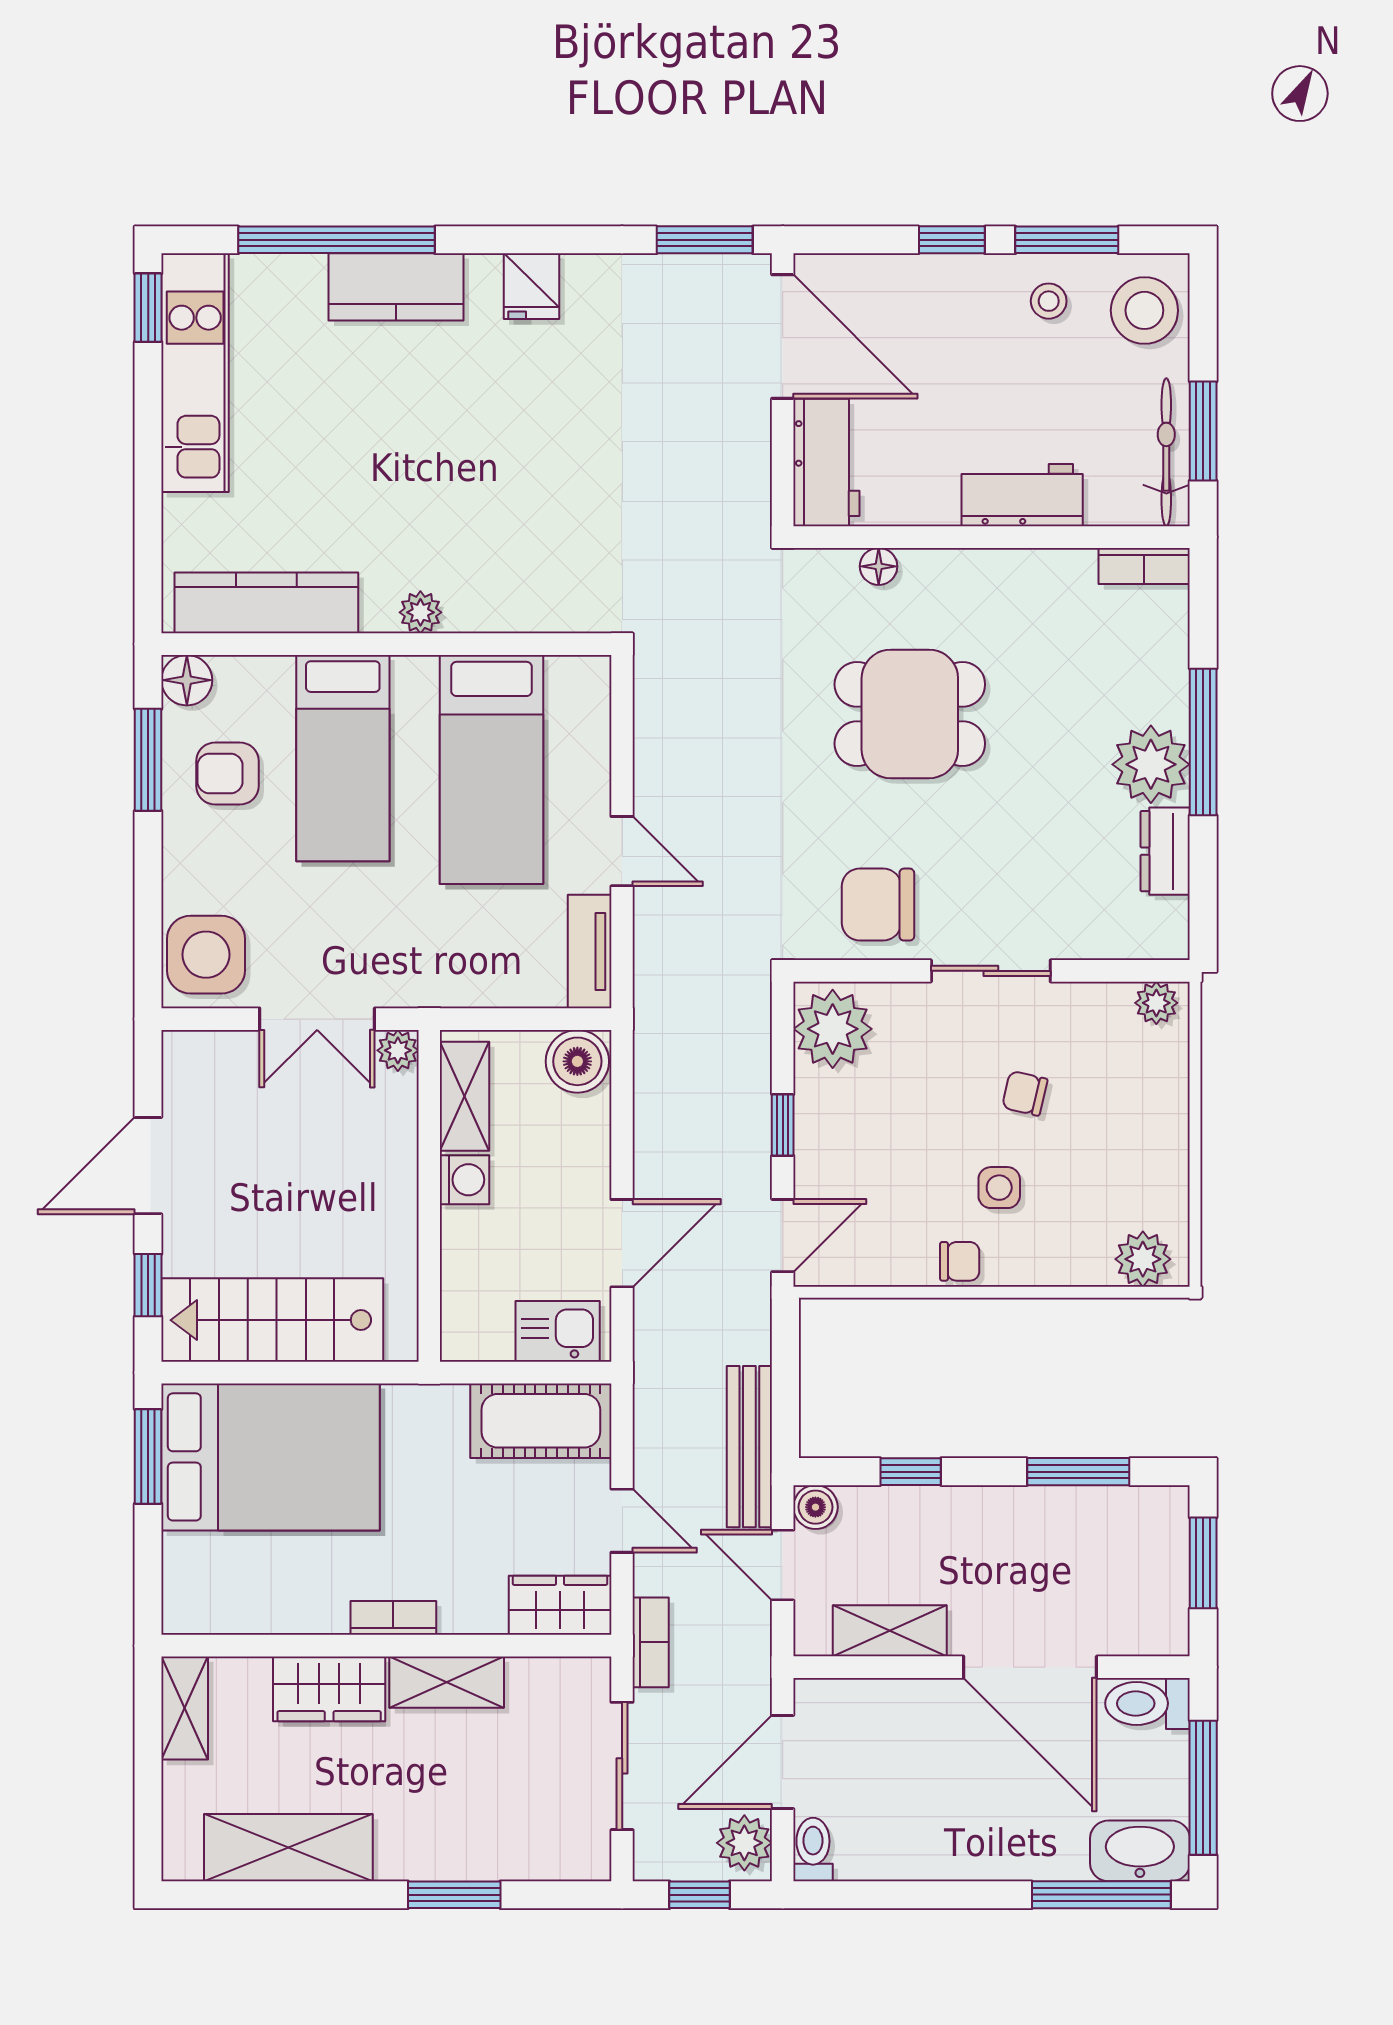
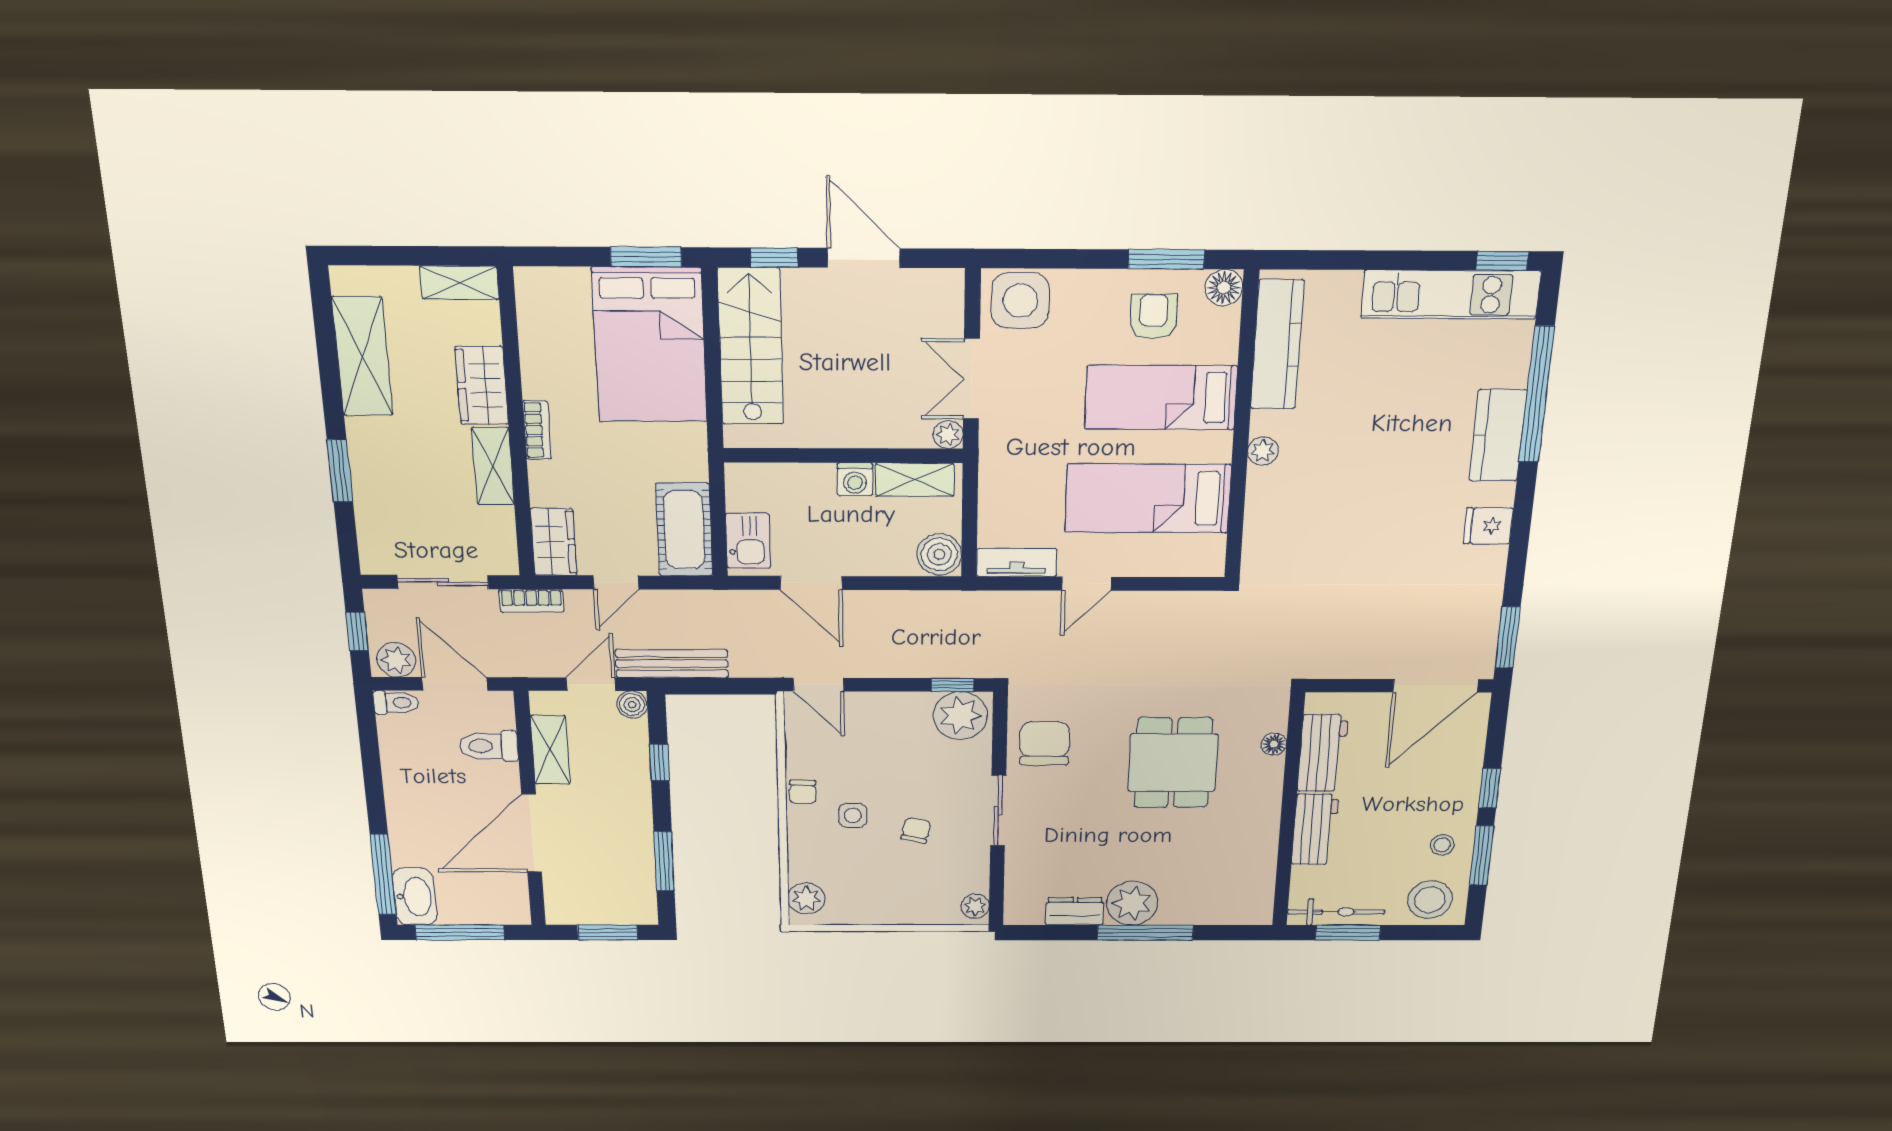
workbench: (826, 463) -> (1323, 753), moved, turned -90
bookcase: (1144, 566) -> (1262, 899), removed
window: (783, 1125) -> (953, 685), moved
toilet: (1148, 1703) -> (489, 746), moved, turned -90

